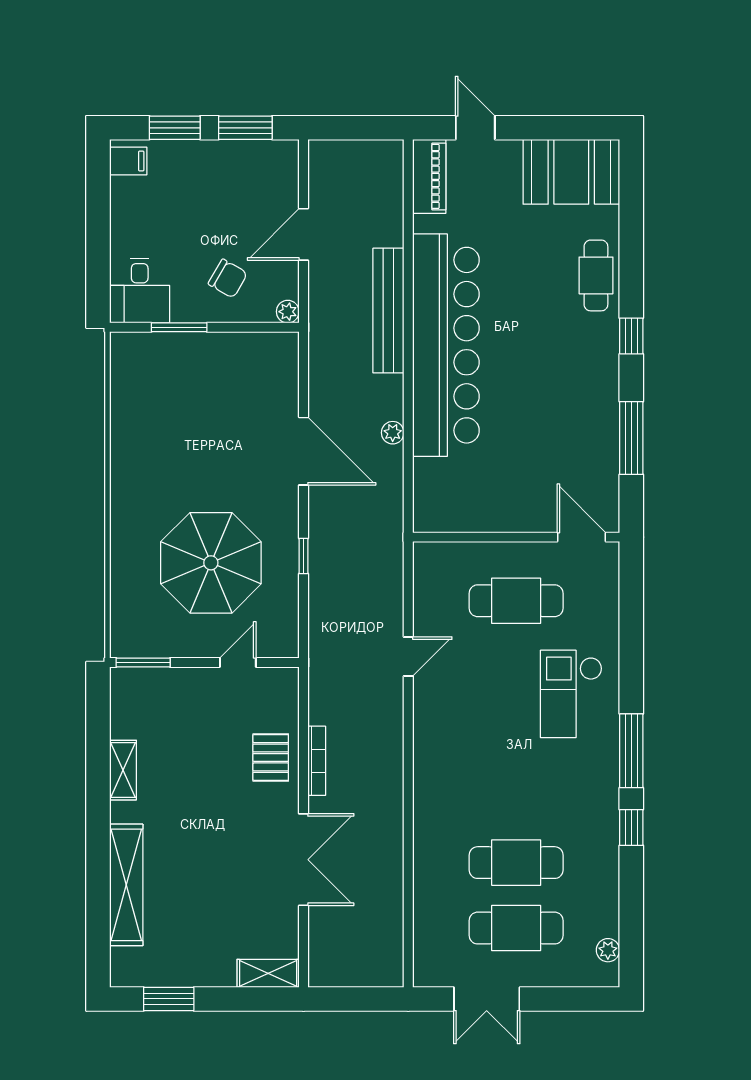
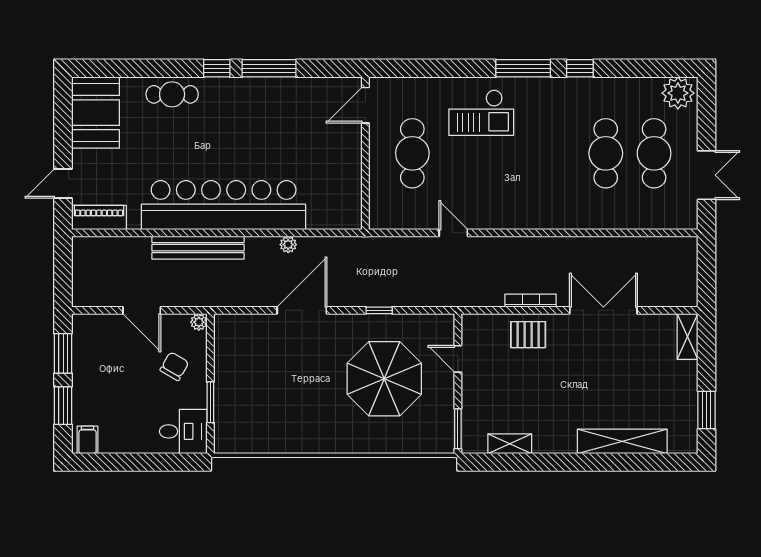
window: (631, 438) -> (269, 68), moved
shelving: (123, 770) -> (510, 444), moved
plant: (608, 950) -> (678, 93), width x1.88, depth x1.88

